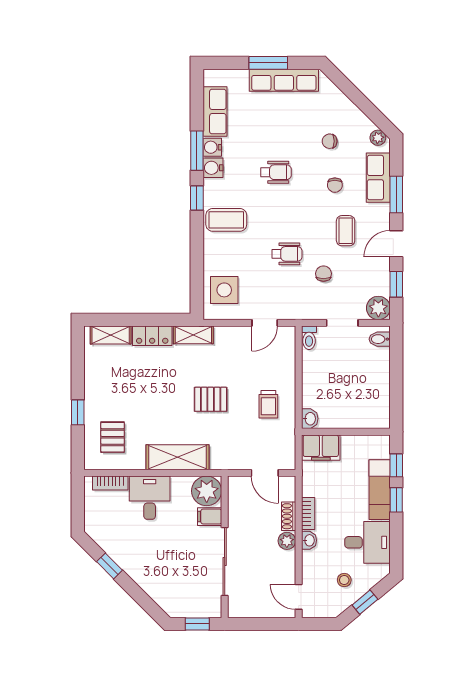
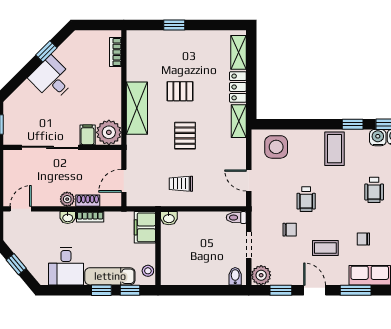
pallet: (113, 437) -> (180, 91), moved
desk: (150, 498) -> (52, 79), moved, turned -135
stool: (344, 580) -> (148, 271), moved

